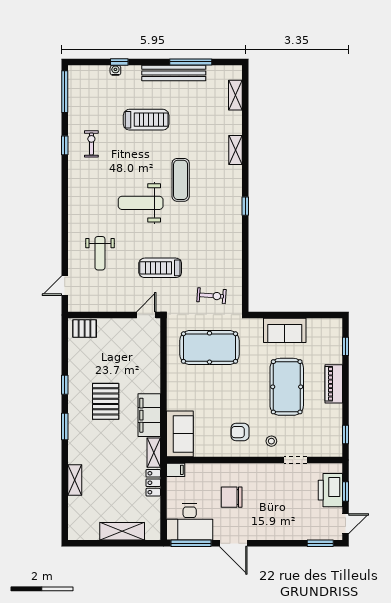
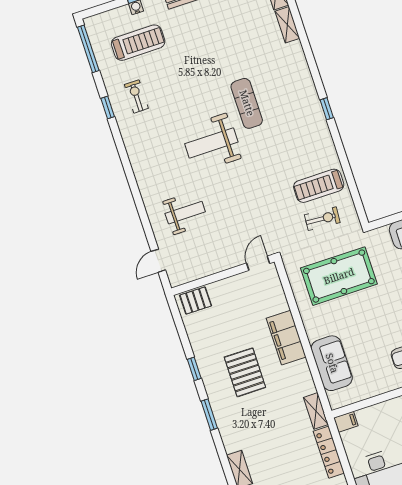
treadmill: (146, 120) -> (138, 43), moved
shelving: (236, 150) -> (287, 25), moved
weight bench: (100, 253) -> (185, 213), turned -90
treadmill: (160, 268) -> (319, 186), moved
filing cabinet: (149, 415) -> (286, 338), moved
sofa: (180, 434) -> (332, 363), moved
locker: (153, 483) -> (329, 452), width x1.53

